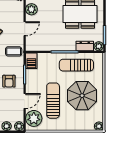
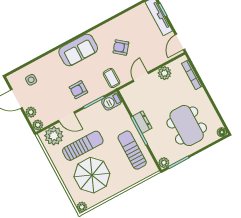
door: (25, 29) -> (141, 77), swing flipped
dresser: (85, 46) -> (142, 122), moved
parasol: (82, 96) -> (92, 175), moved

